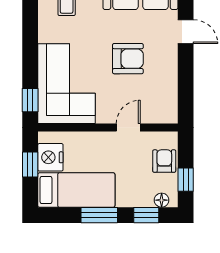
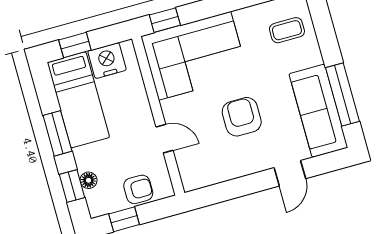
armchair: (128, 59) -> (242, 117), turned 180
window: (30, 164) -> (75, 45), moved
floor lamp: (162, 200) -> (89, 180), moved

